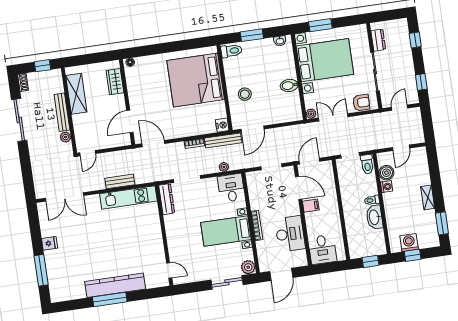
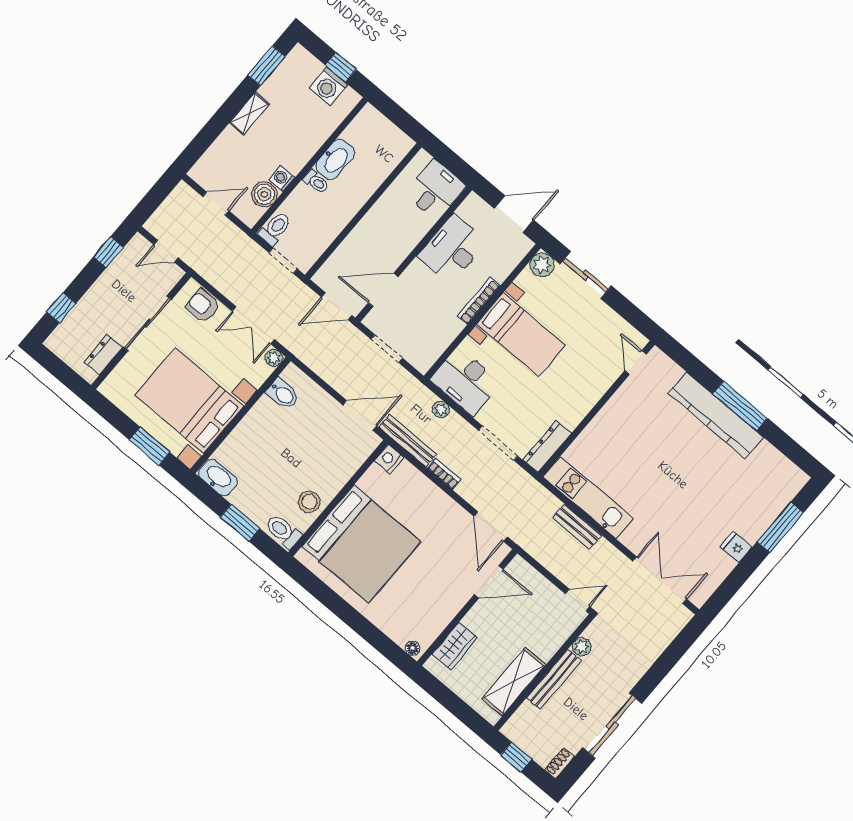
washbasin: (280, 41) -> (218, 478), width x1.91, depth x1.45
bidet: (289, 85) -> (283, 394), moved
stool: (245, 94) -> (309, 502), moved
desk: (231, 188) -> (465, 381), width x1.37
door: (299, 188) -> (383, 290), hinge flipped
filing cabinet: (311, 206) -> (392, 254), removed
window: (371, 261) -> (396, 114), removed

